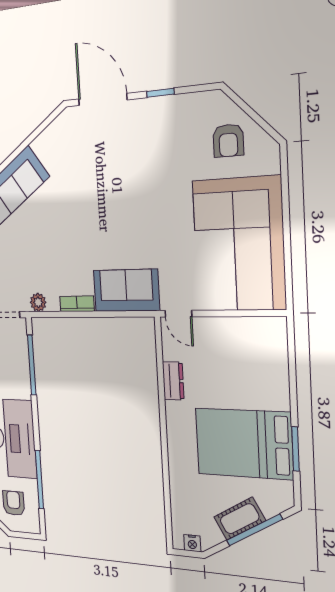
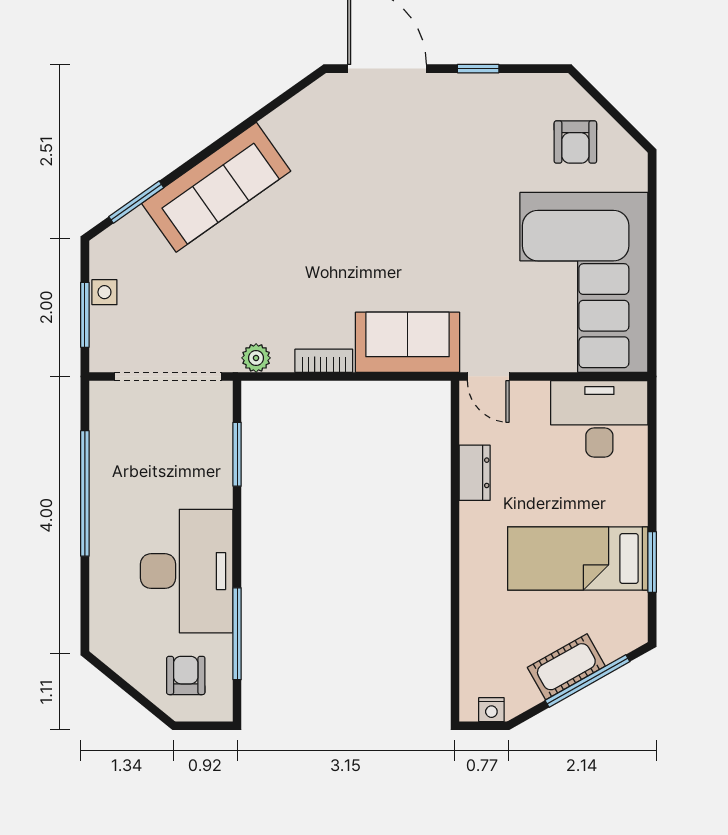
desk: (254, 344) -> (599, 419), added
window: (32, 365) -> (237, 454), width x0.69
bed: (244, 444) -> (578, 558), width x0.67

